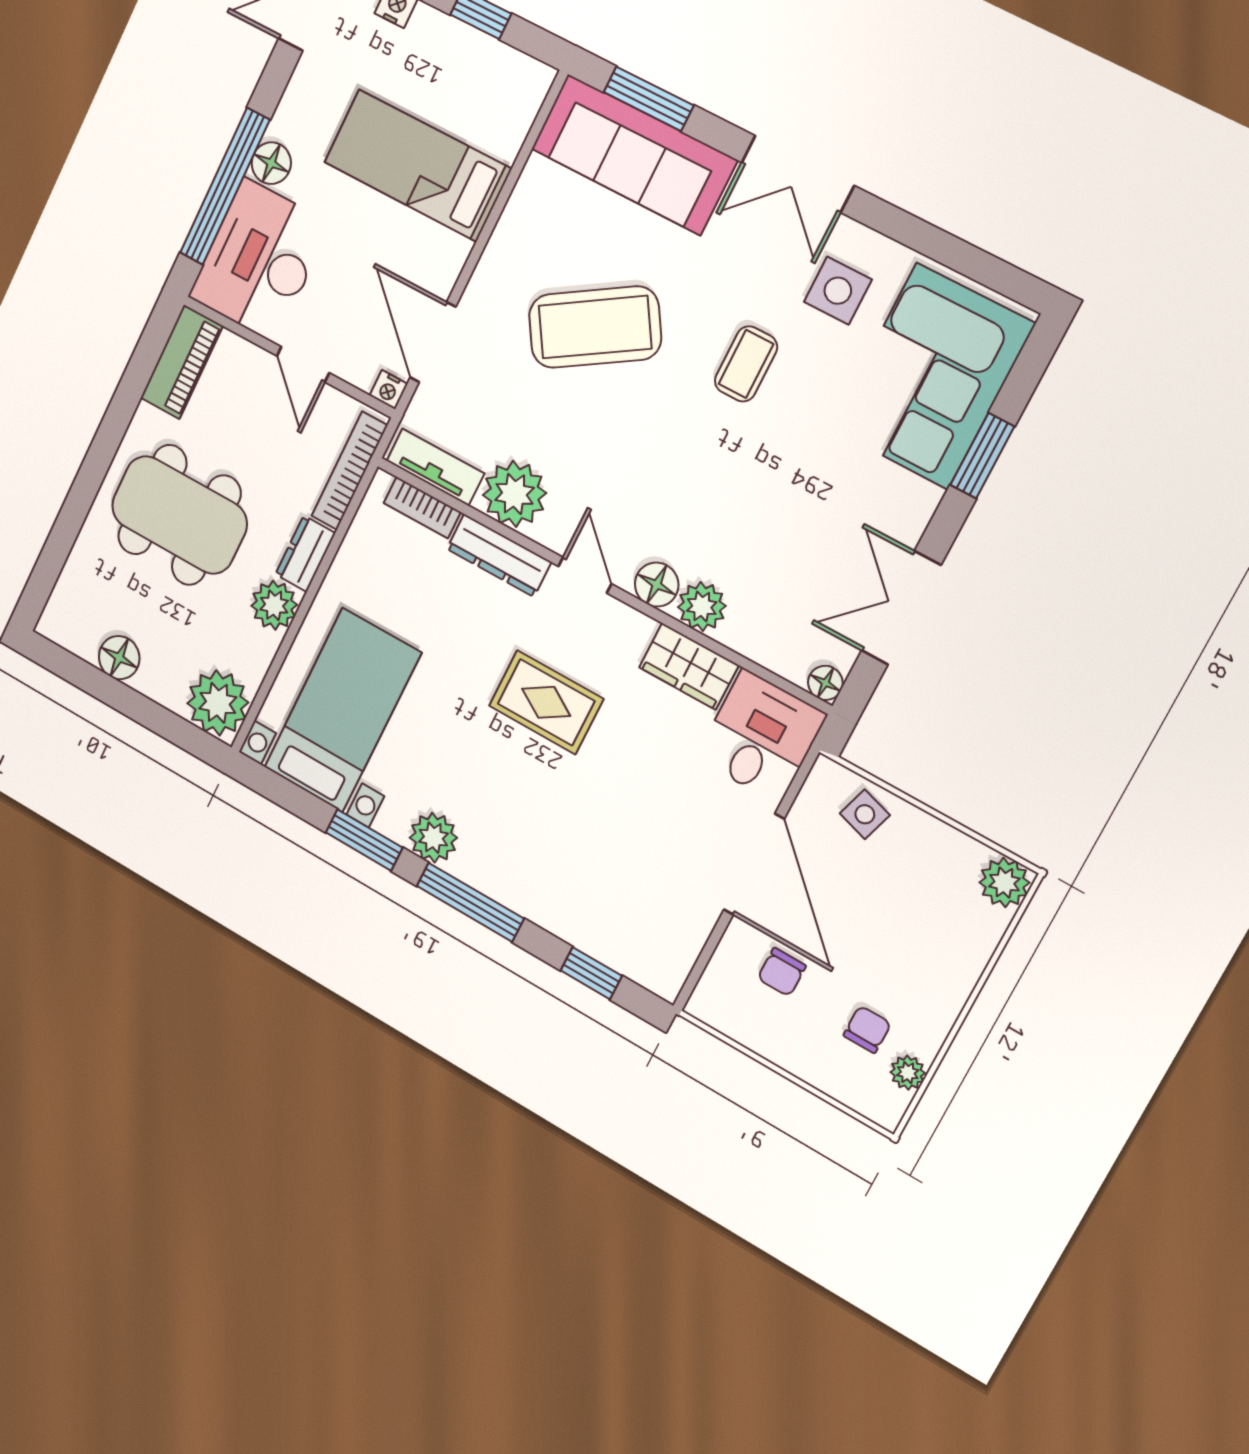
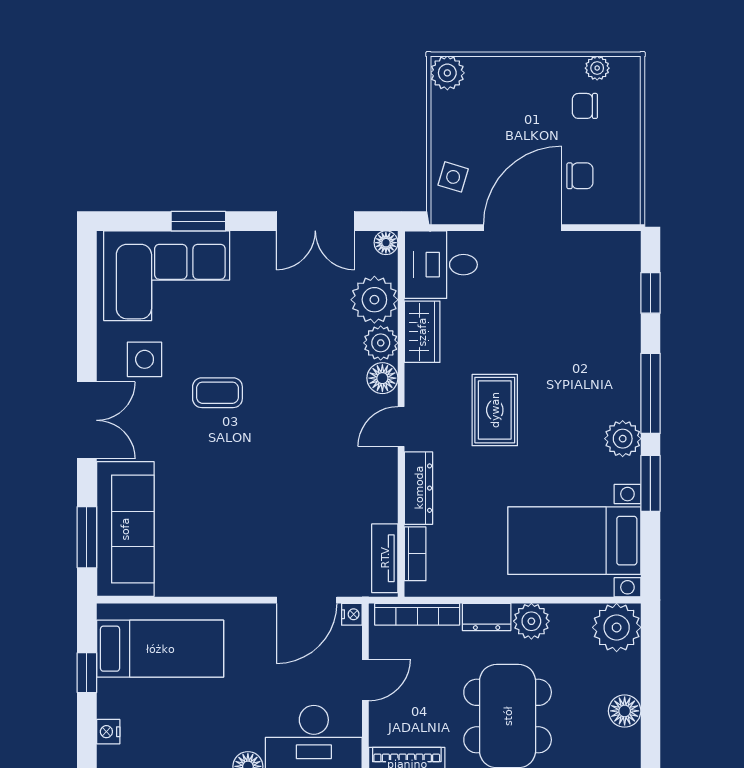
bed: (418, 165) -> (160, 649), moved, turned -90
coffee table: (595, 327) -> (244, 500), removed
plant: (514, 494) -> (374, 300), moved

